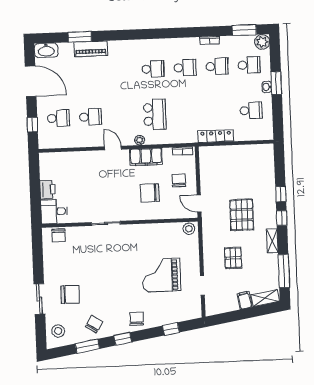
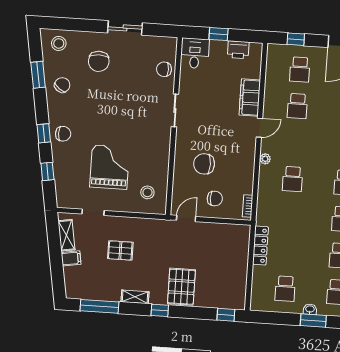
school desk: (155, 114) -> (292, 179), width x0.54
filing cabinet: (146, 157) -> (250, 98), moved
printer: (48, 189) -> (238, 50), moved
window: (35, 192) -> (219, 34), added
chair: (150, 193) -> (204, 164), turned -90
window: (281, 194) -> (226, 315), moved
pallet: (242, 215) -> (181, 287), moved, turned 90
stool: (189, 229) -> (147, 192), moved
chair: (58, 235) -> (164, 69), moved
shelving: (265, 298) -> (66, 235), moved
sliding door: (39, 299) -> (125, 28), moved
chair: (94, 324) -> (62, 85), turned -85
window: (123, 339) -> (44, 133), moved

